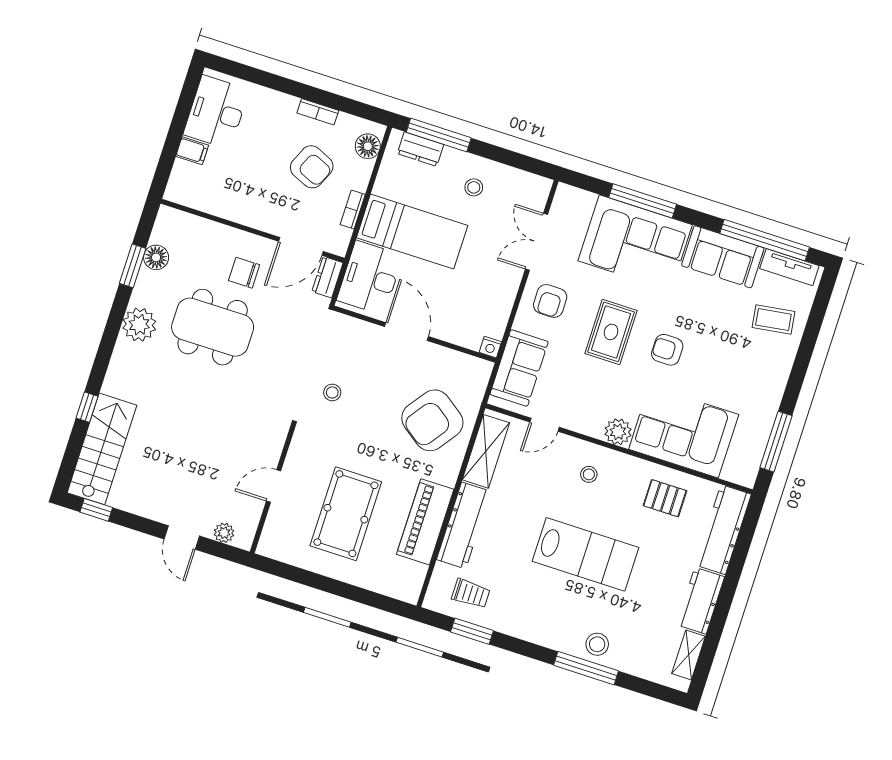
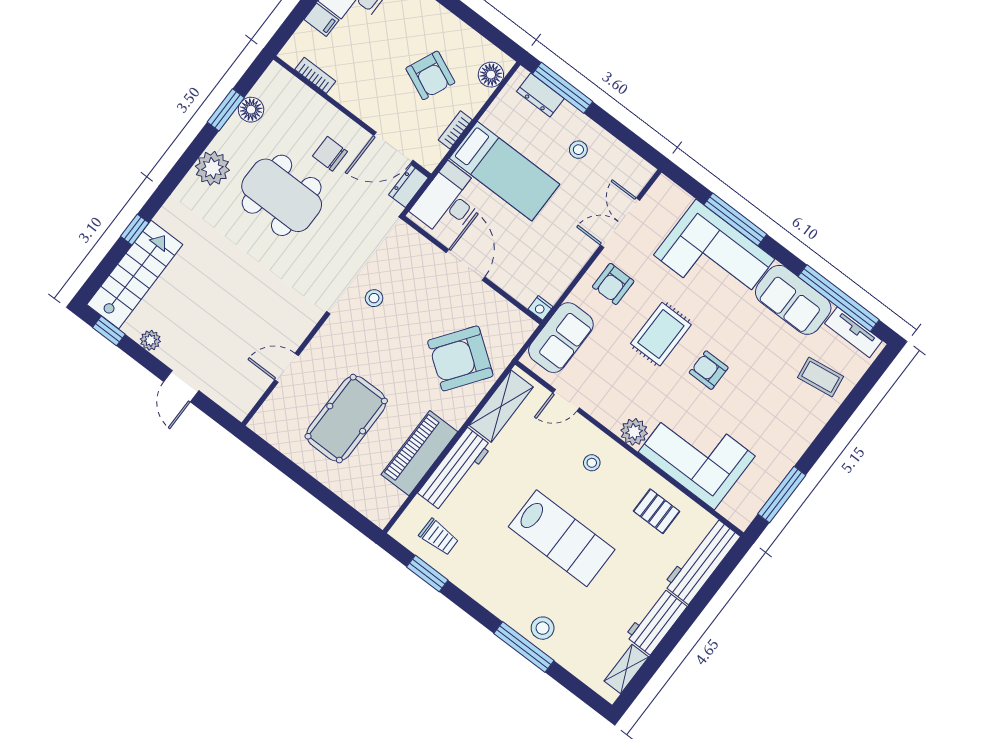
bookcase: (318, 112) -> (315, 75), moved, turned 180
plant: (224, 533) -> (150, 340), moved

